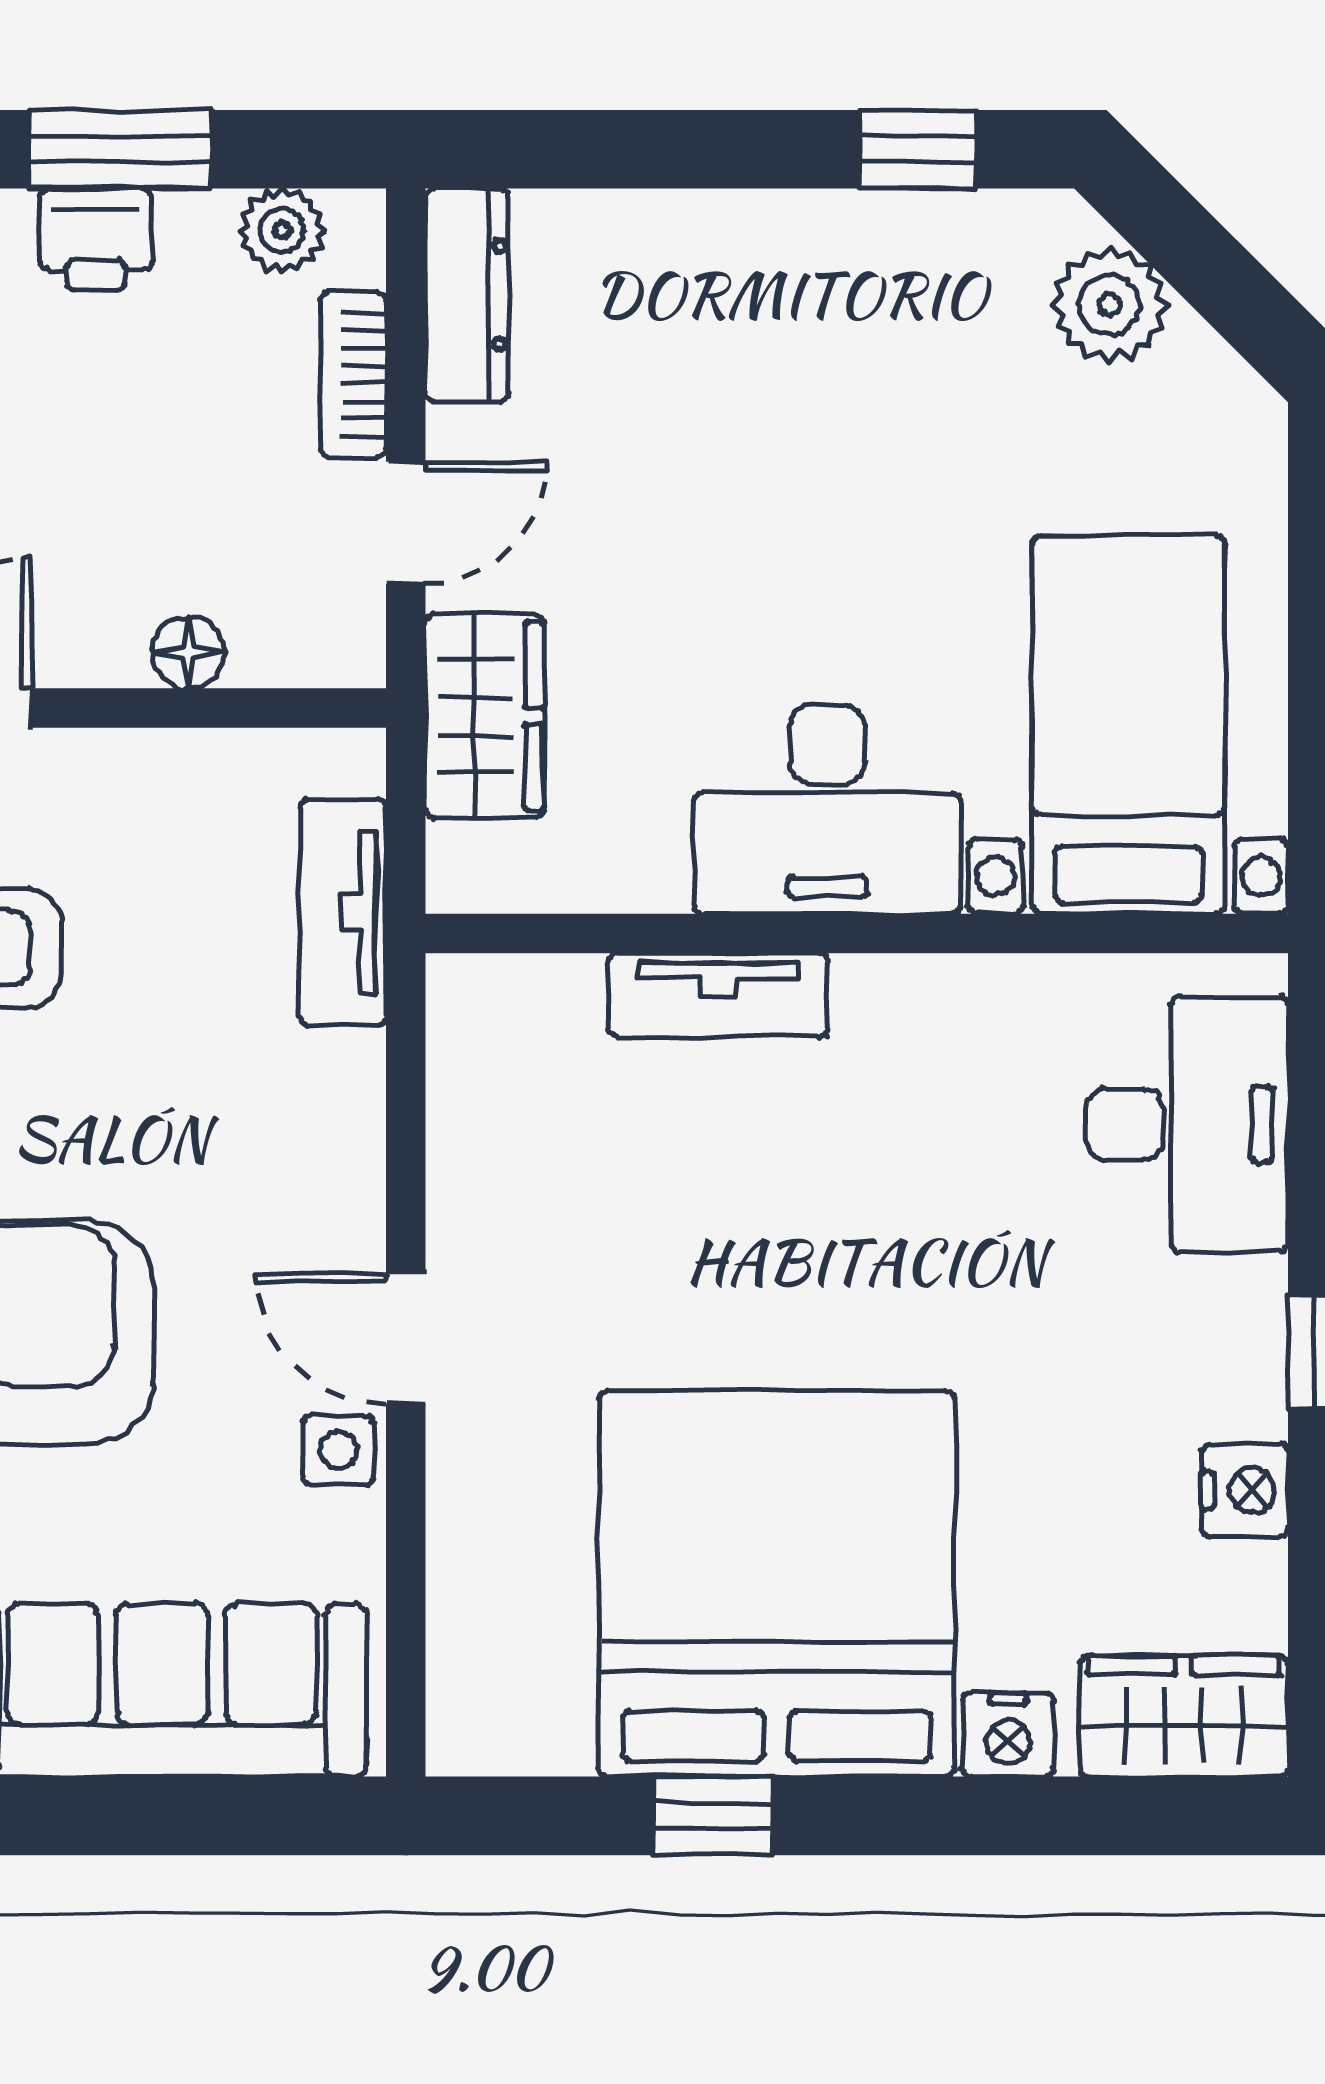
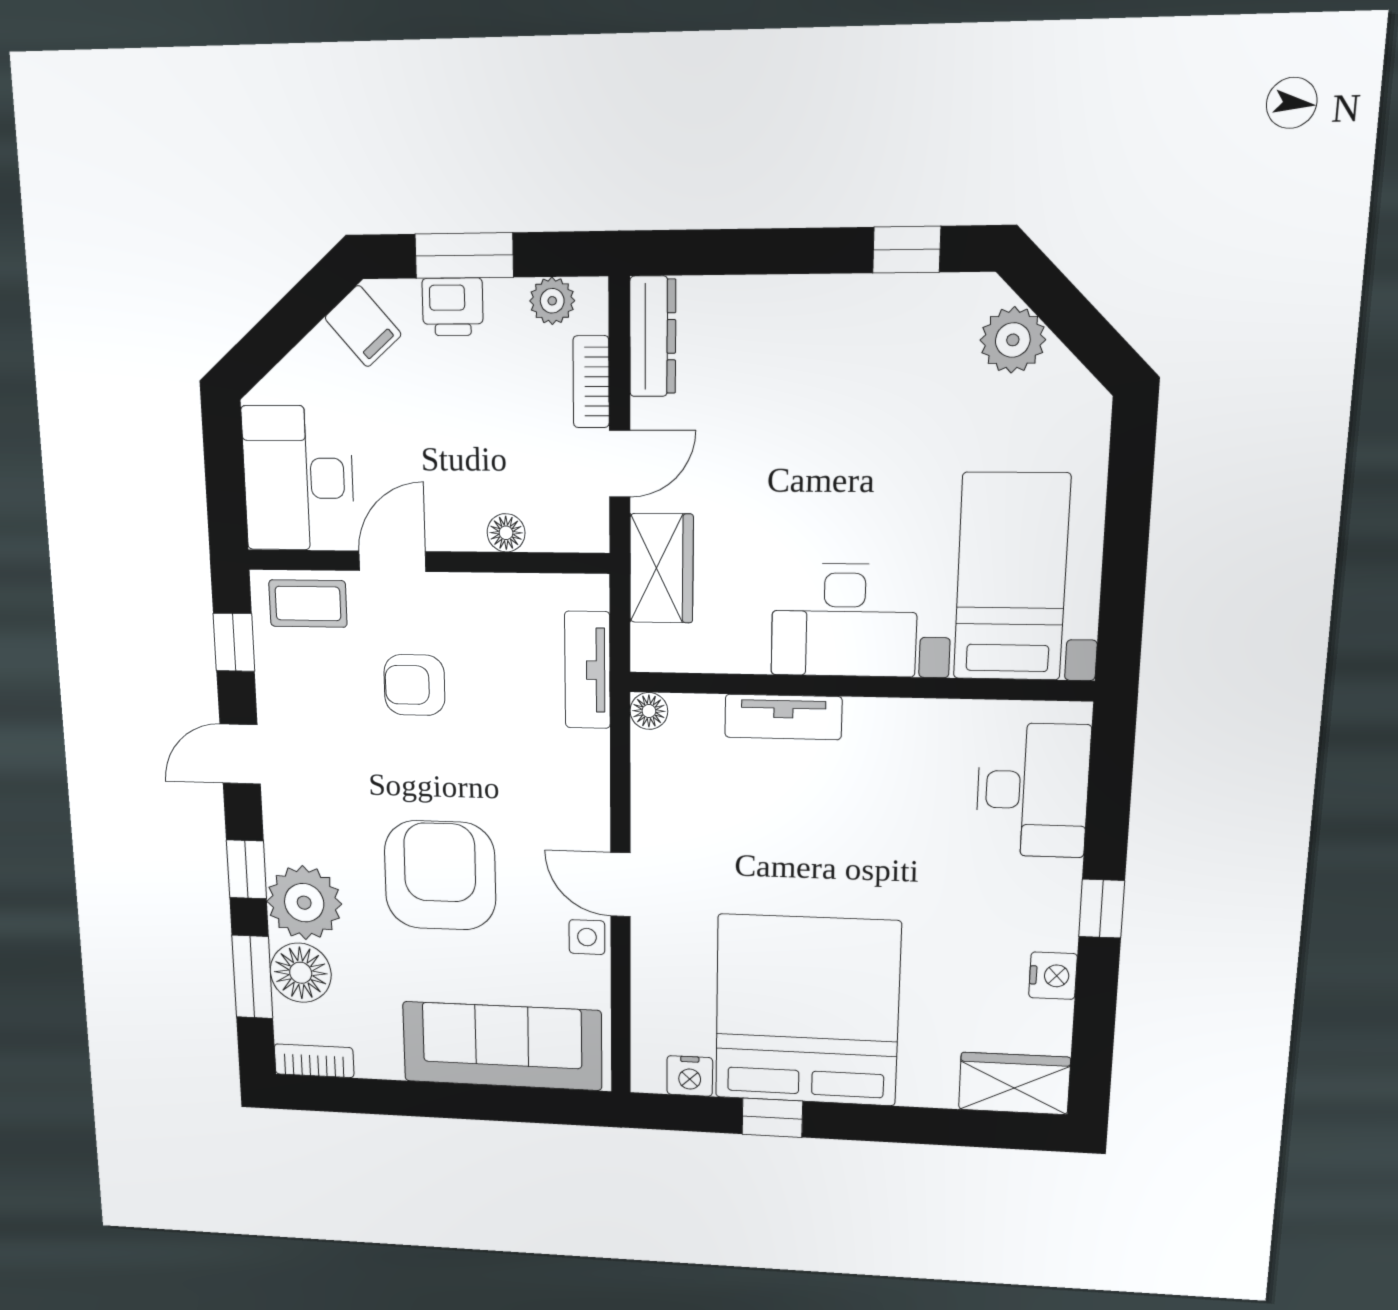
floor lamp: (461, 989) -> (649, 711), added
nightstand: (1008, 1735) -> (690, 1076), moved

